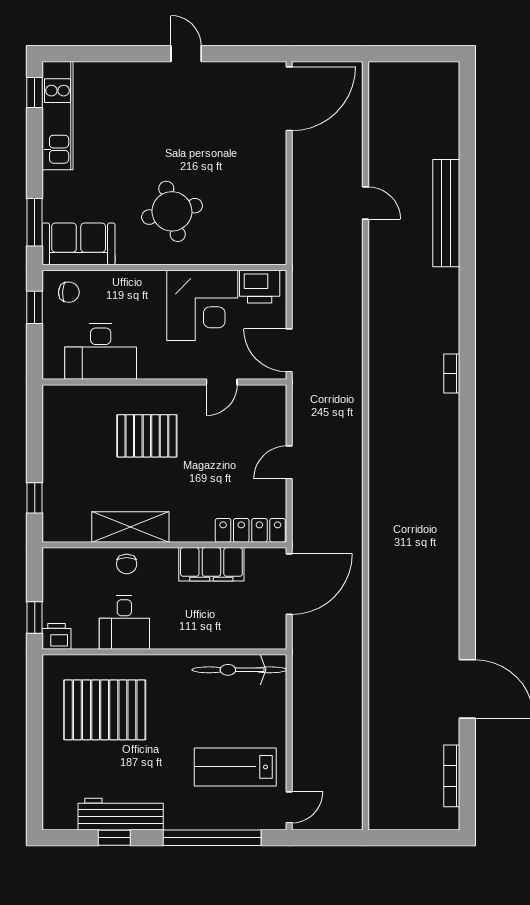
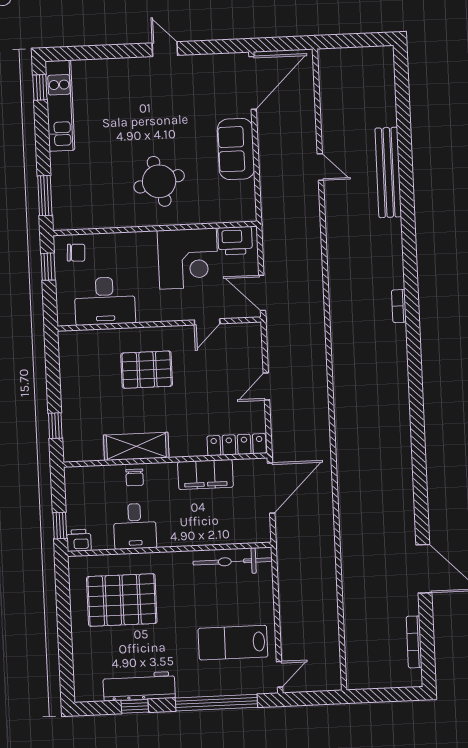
sofa: (79, 244) -> (236, 149), moved, turned -90

